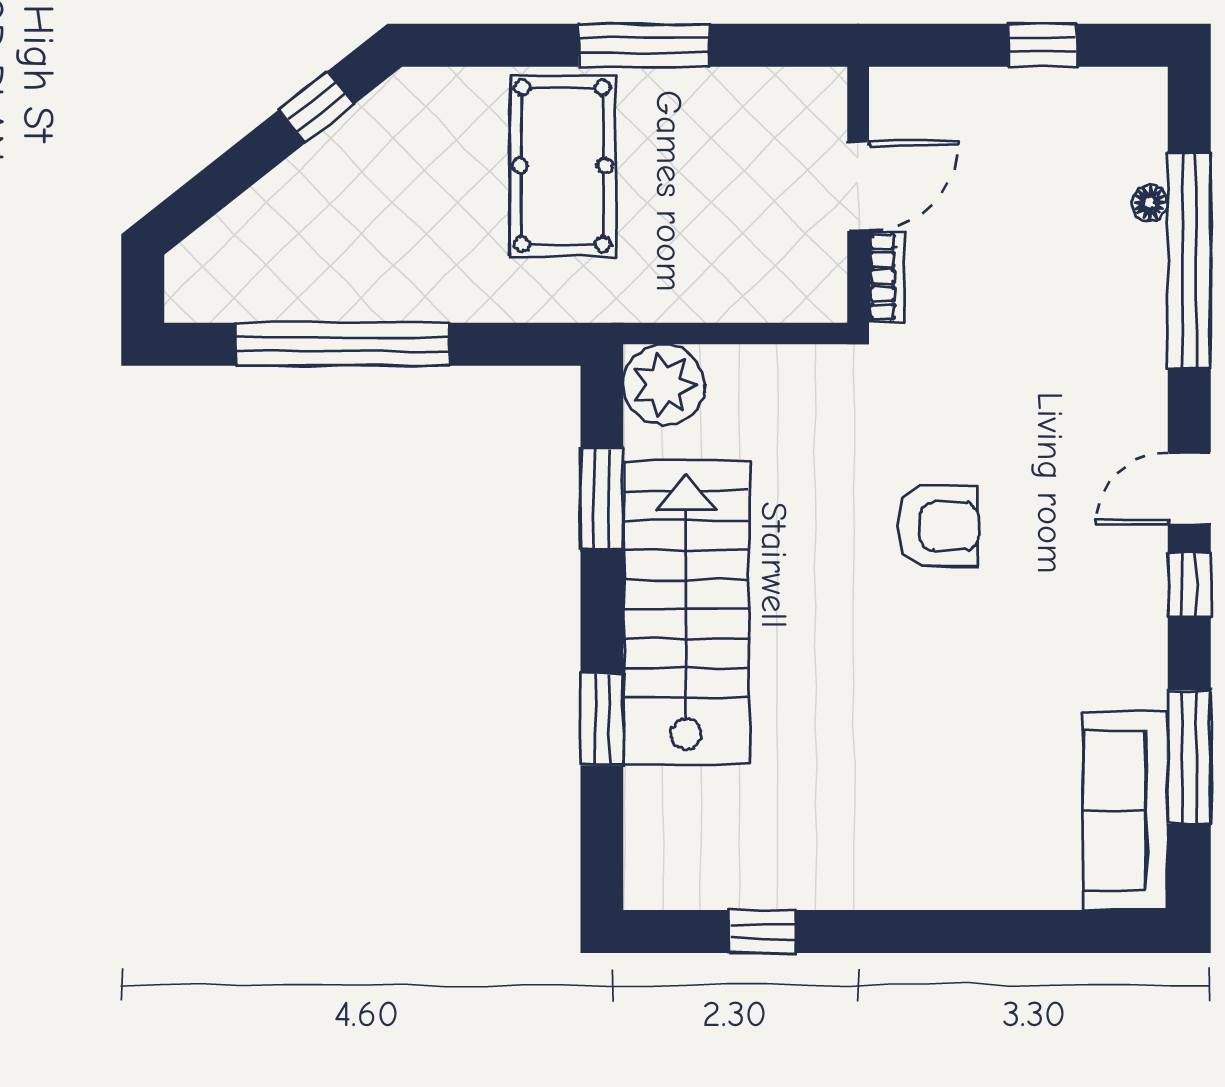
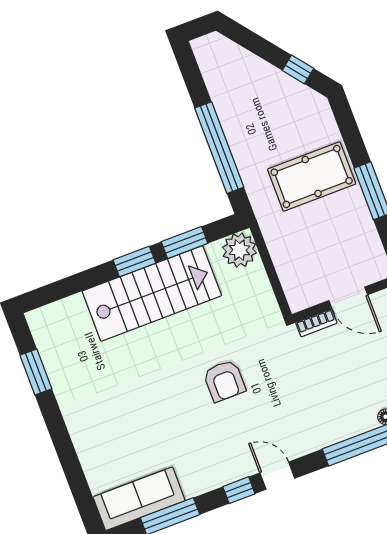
window: (342, 344) -> (219, 148), moved
window: (602, 719) -> (134, 261), moved
window: (762, 932) -> (36, 372), width x1.50

